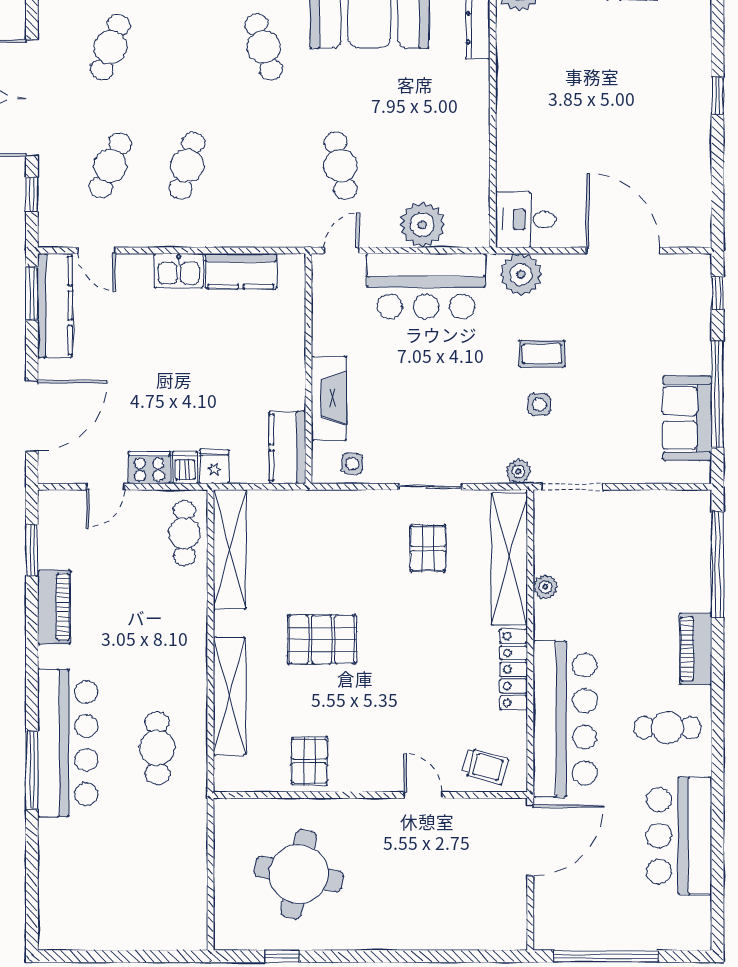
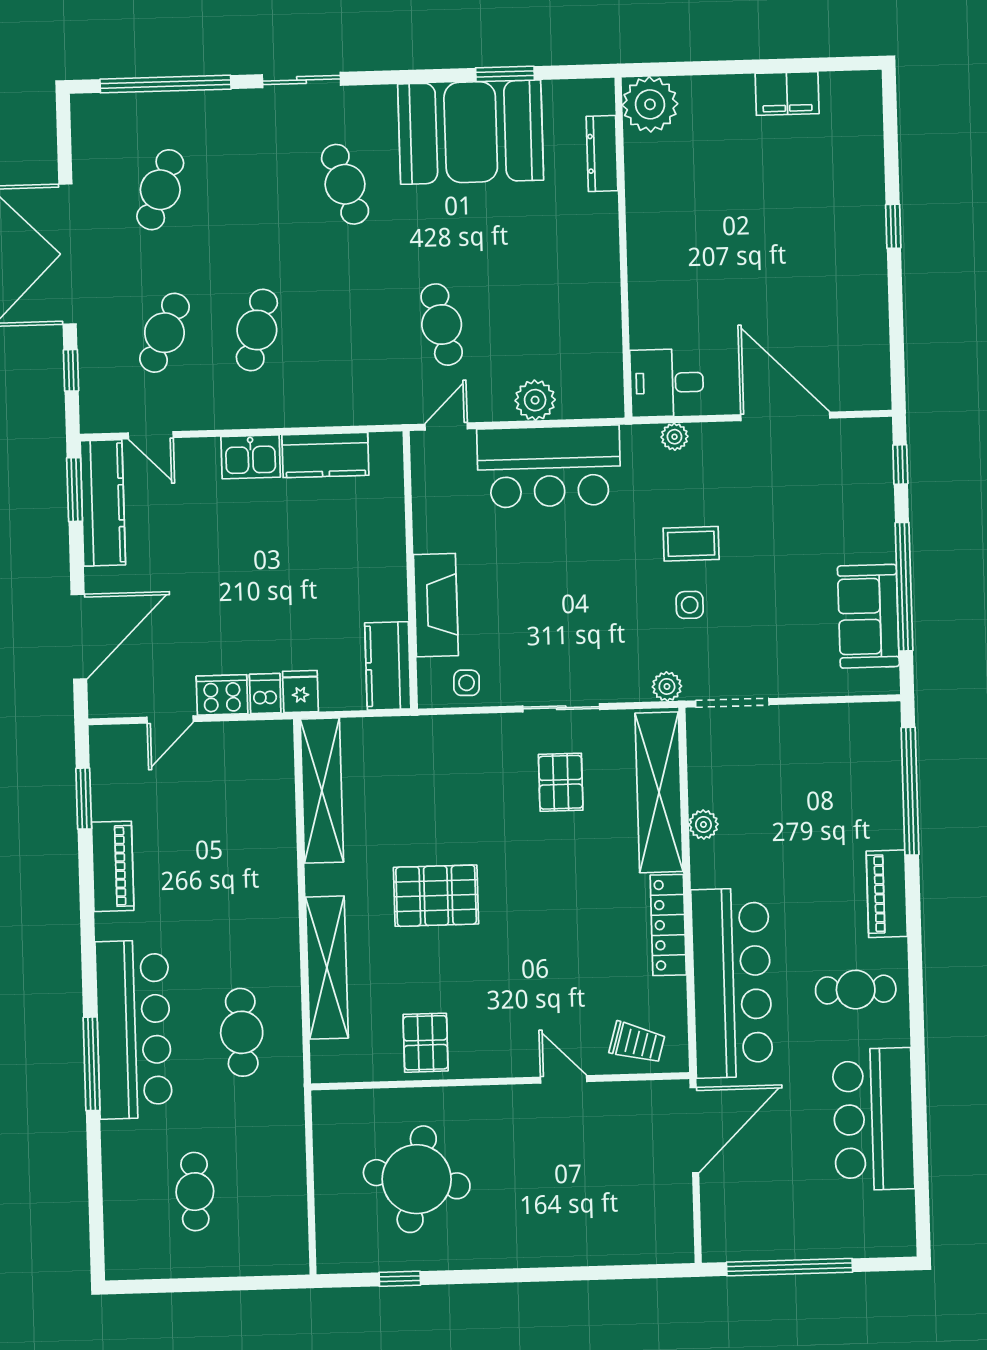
plant: (422, 225) -> (535, 400), width x0.73, depth x0.73
plant: (521, 274) -> (674, 437), width x0.53, depth x0.53
cafe table: (184, 533) -> (195, 1192), moved

